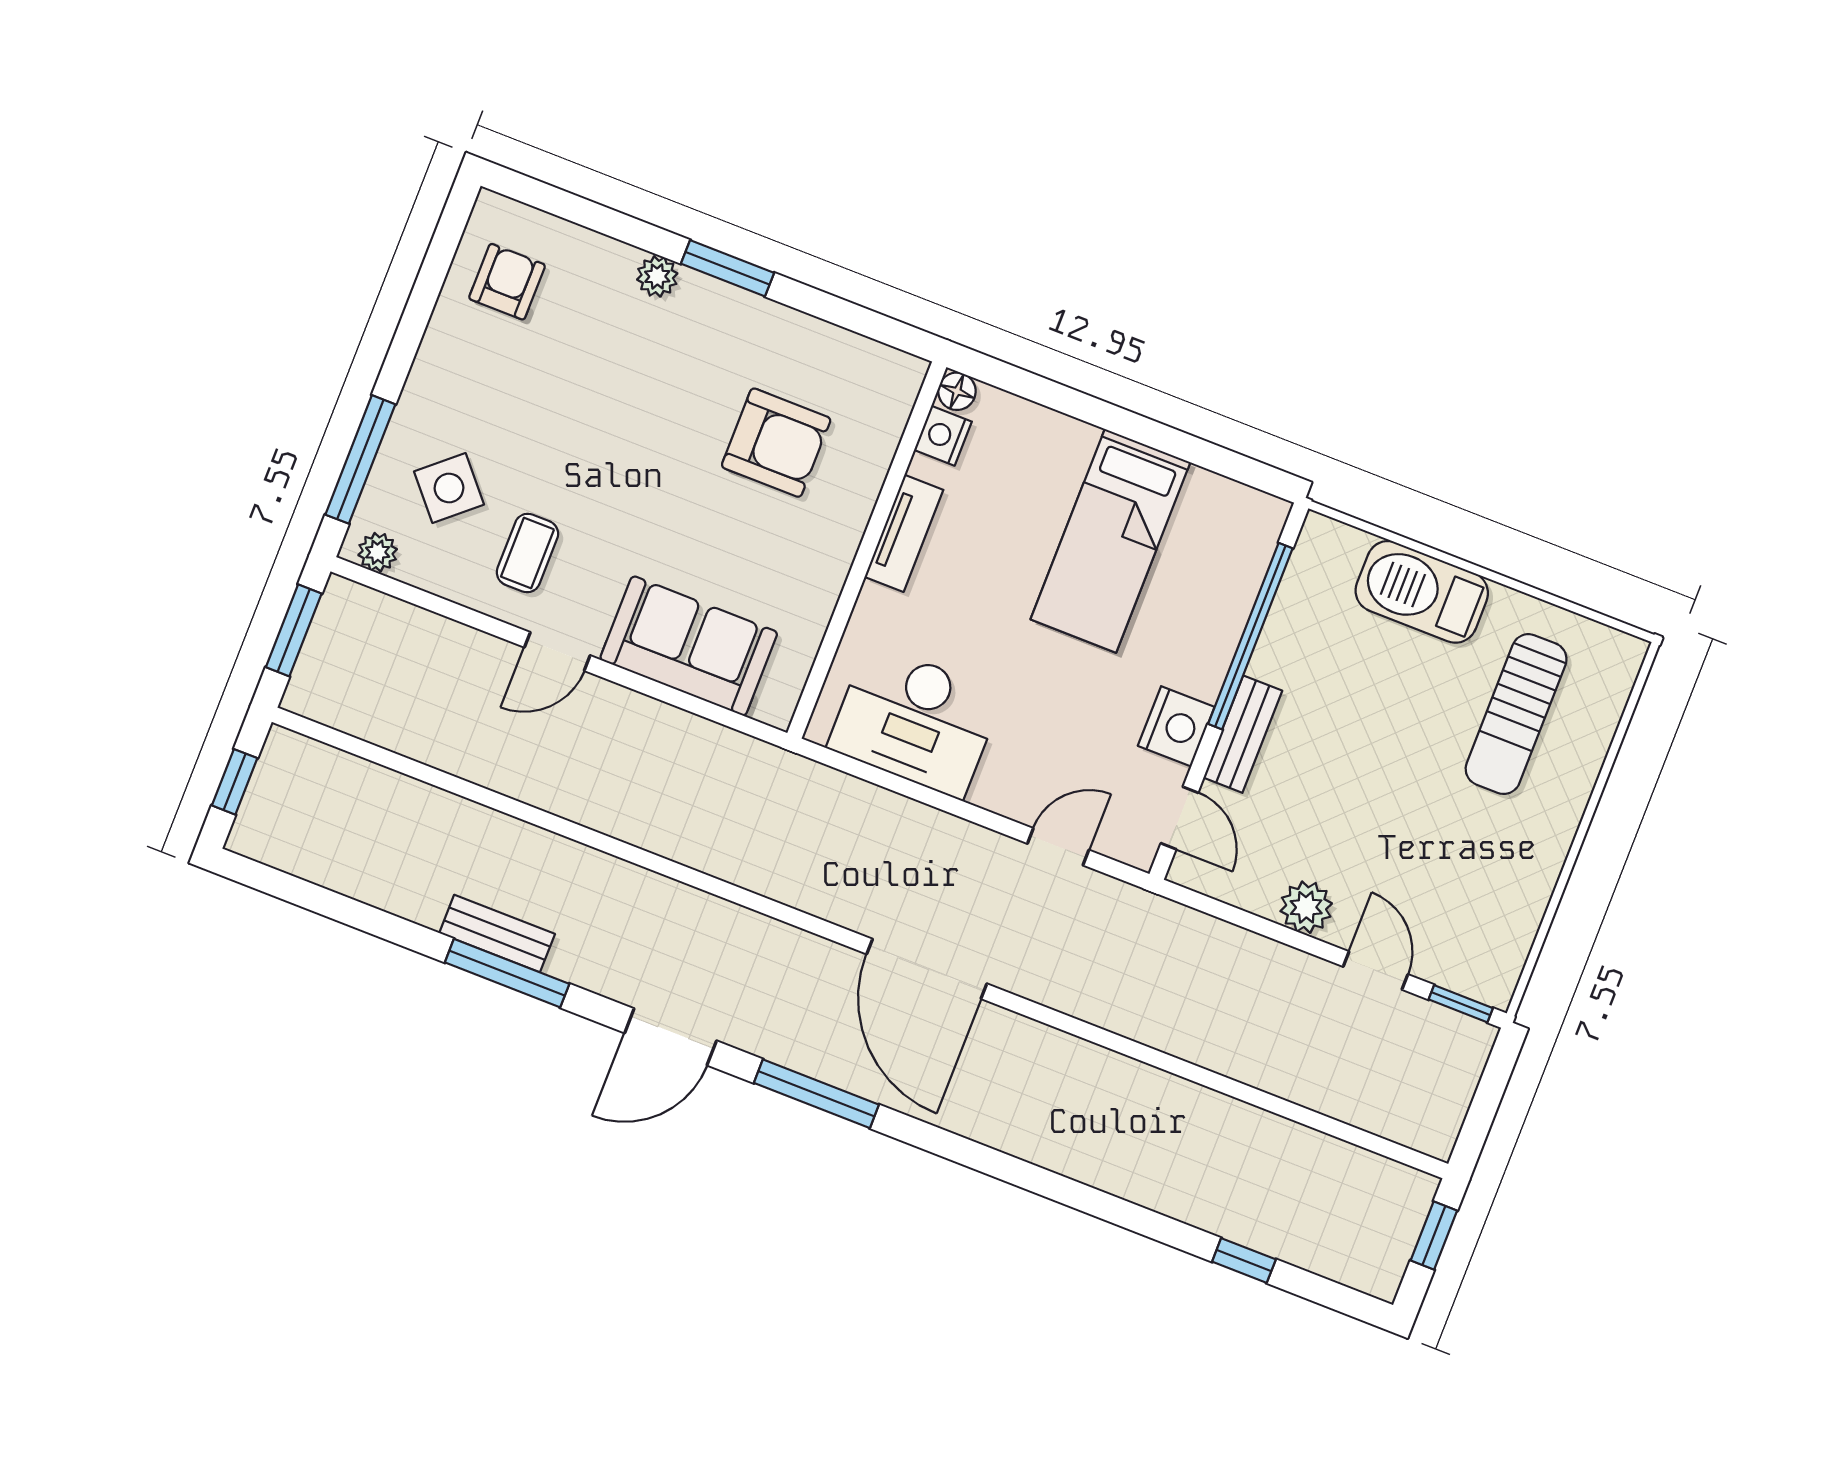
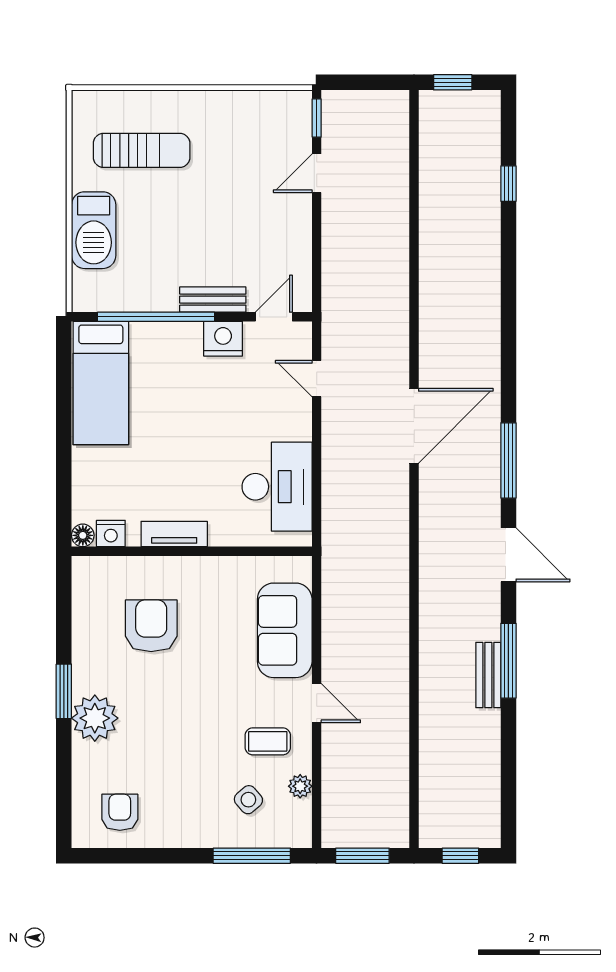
plant: (657, 276) -> (95, 718), width x1.88, depth x1.88
armchair: (507, 282) -> (120, 812), turned 90
side table: (449, 488) -> (248, 800), width x0.73, depth x0.73
bed: (1110, 541) -> (101, 383), moved, turned 90
plant: (378, 552) -> (300, 786), moved
plant: (1306, 907) -> (296, 226), removed

